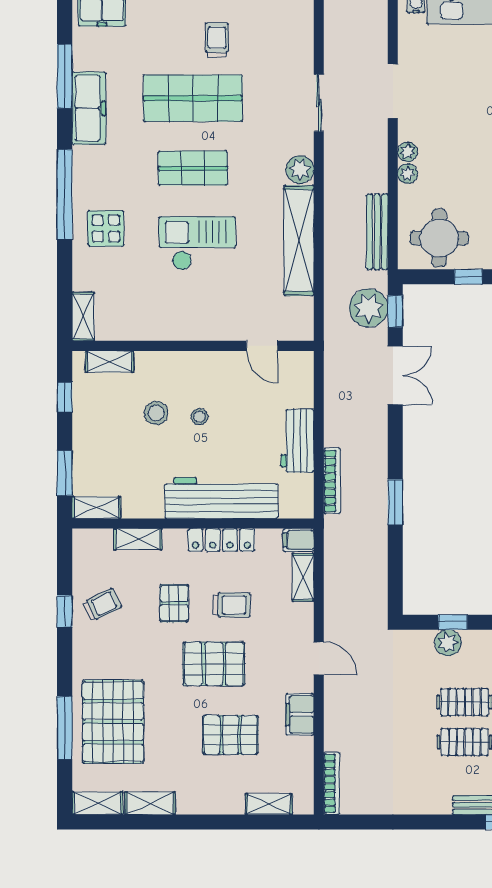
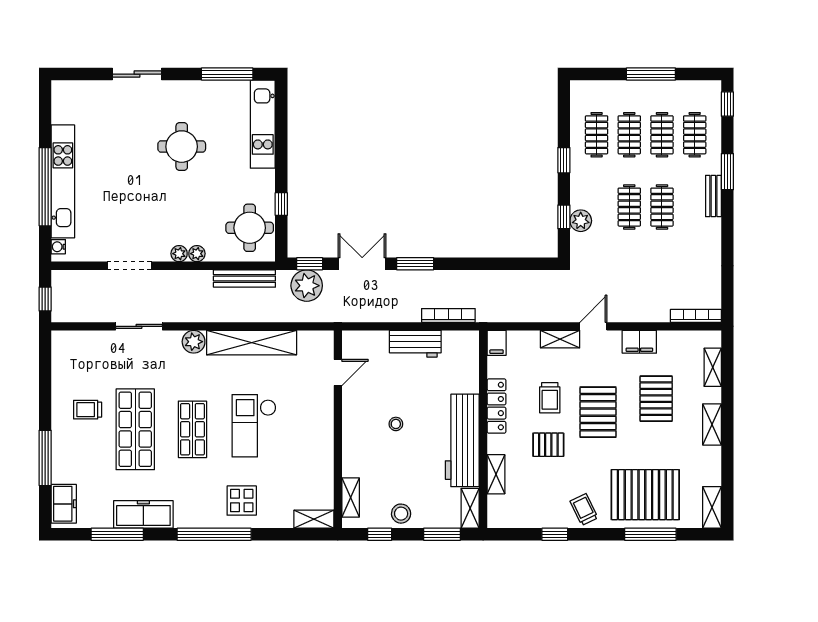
stool: (156, 413) -> (401, 514), moved
workbench: (221, 498) -> (462, 440), moved
window: (395, 502) -> (415, 264), moved
shelving: (303, 577) -> (560, 339), moved
trolley: (102, 605) -> (584, 510), moved
trolley: (232, 605) -> (550, 398), turned 180
shelving: (150, 803) -> (712, 424), moved

